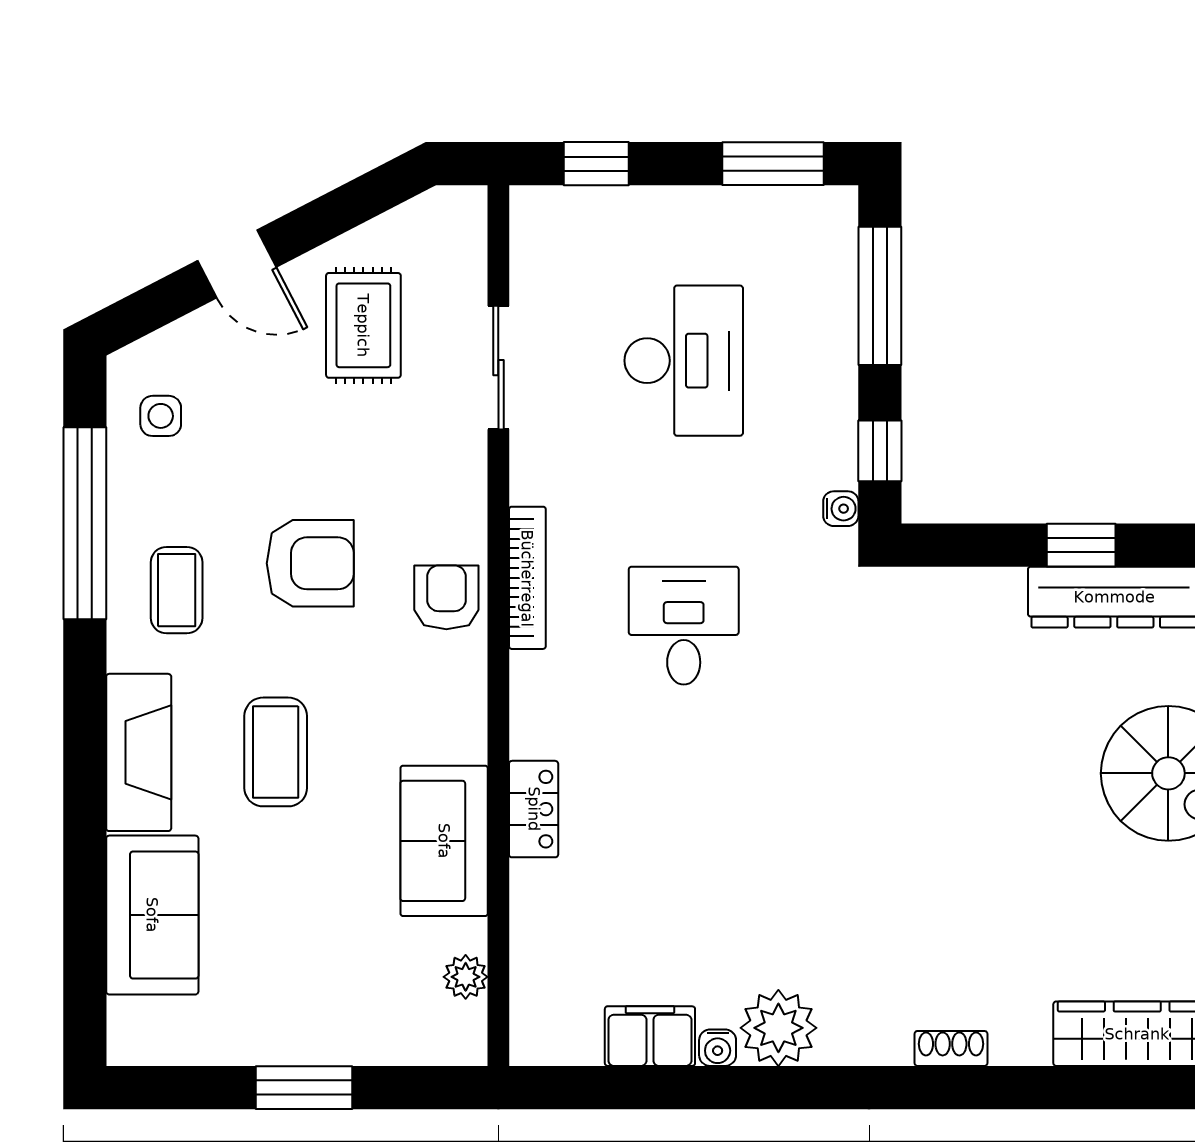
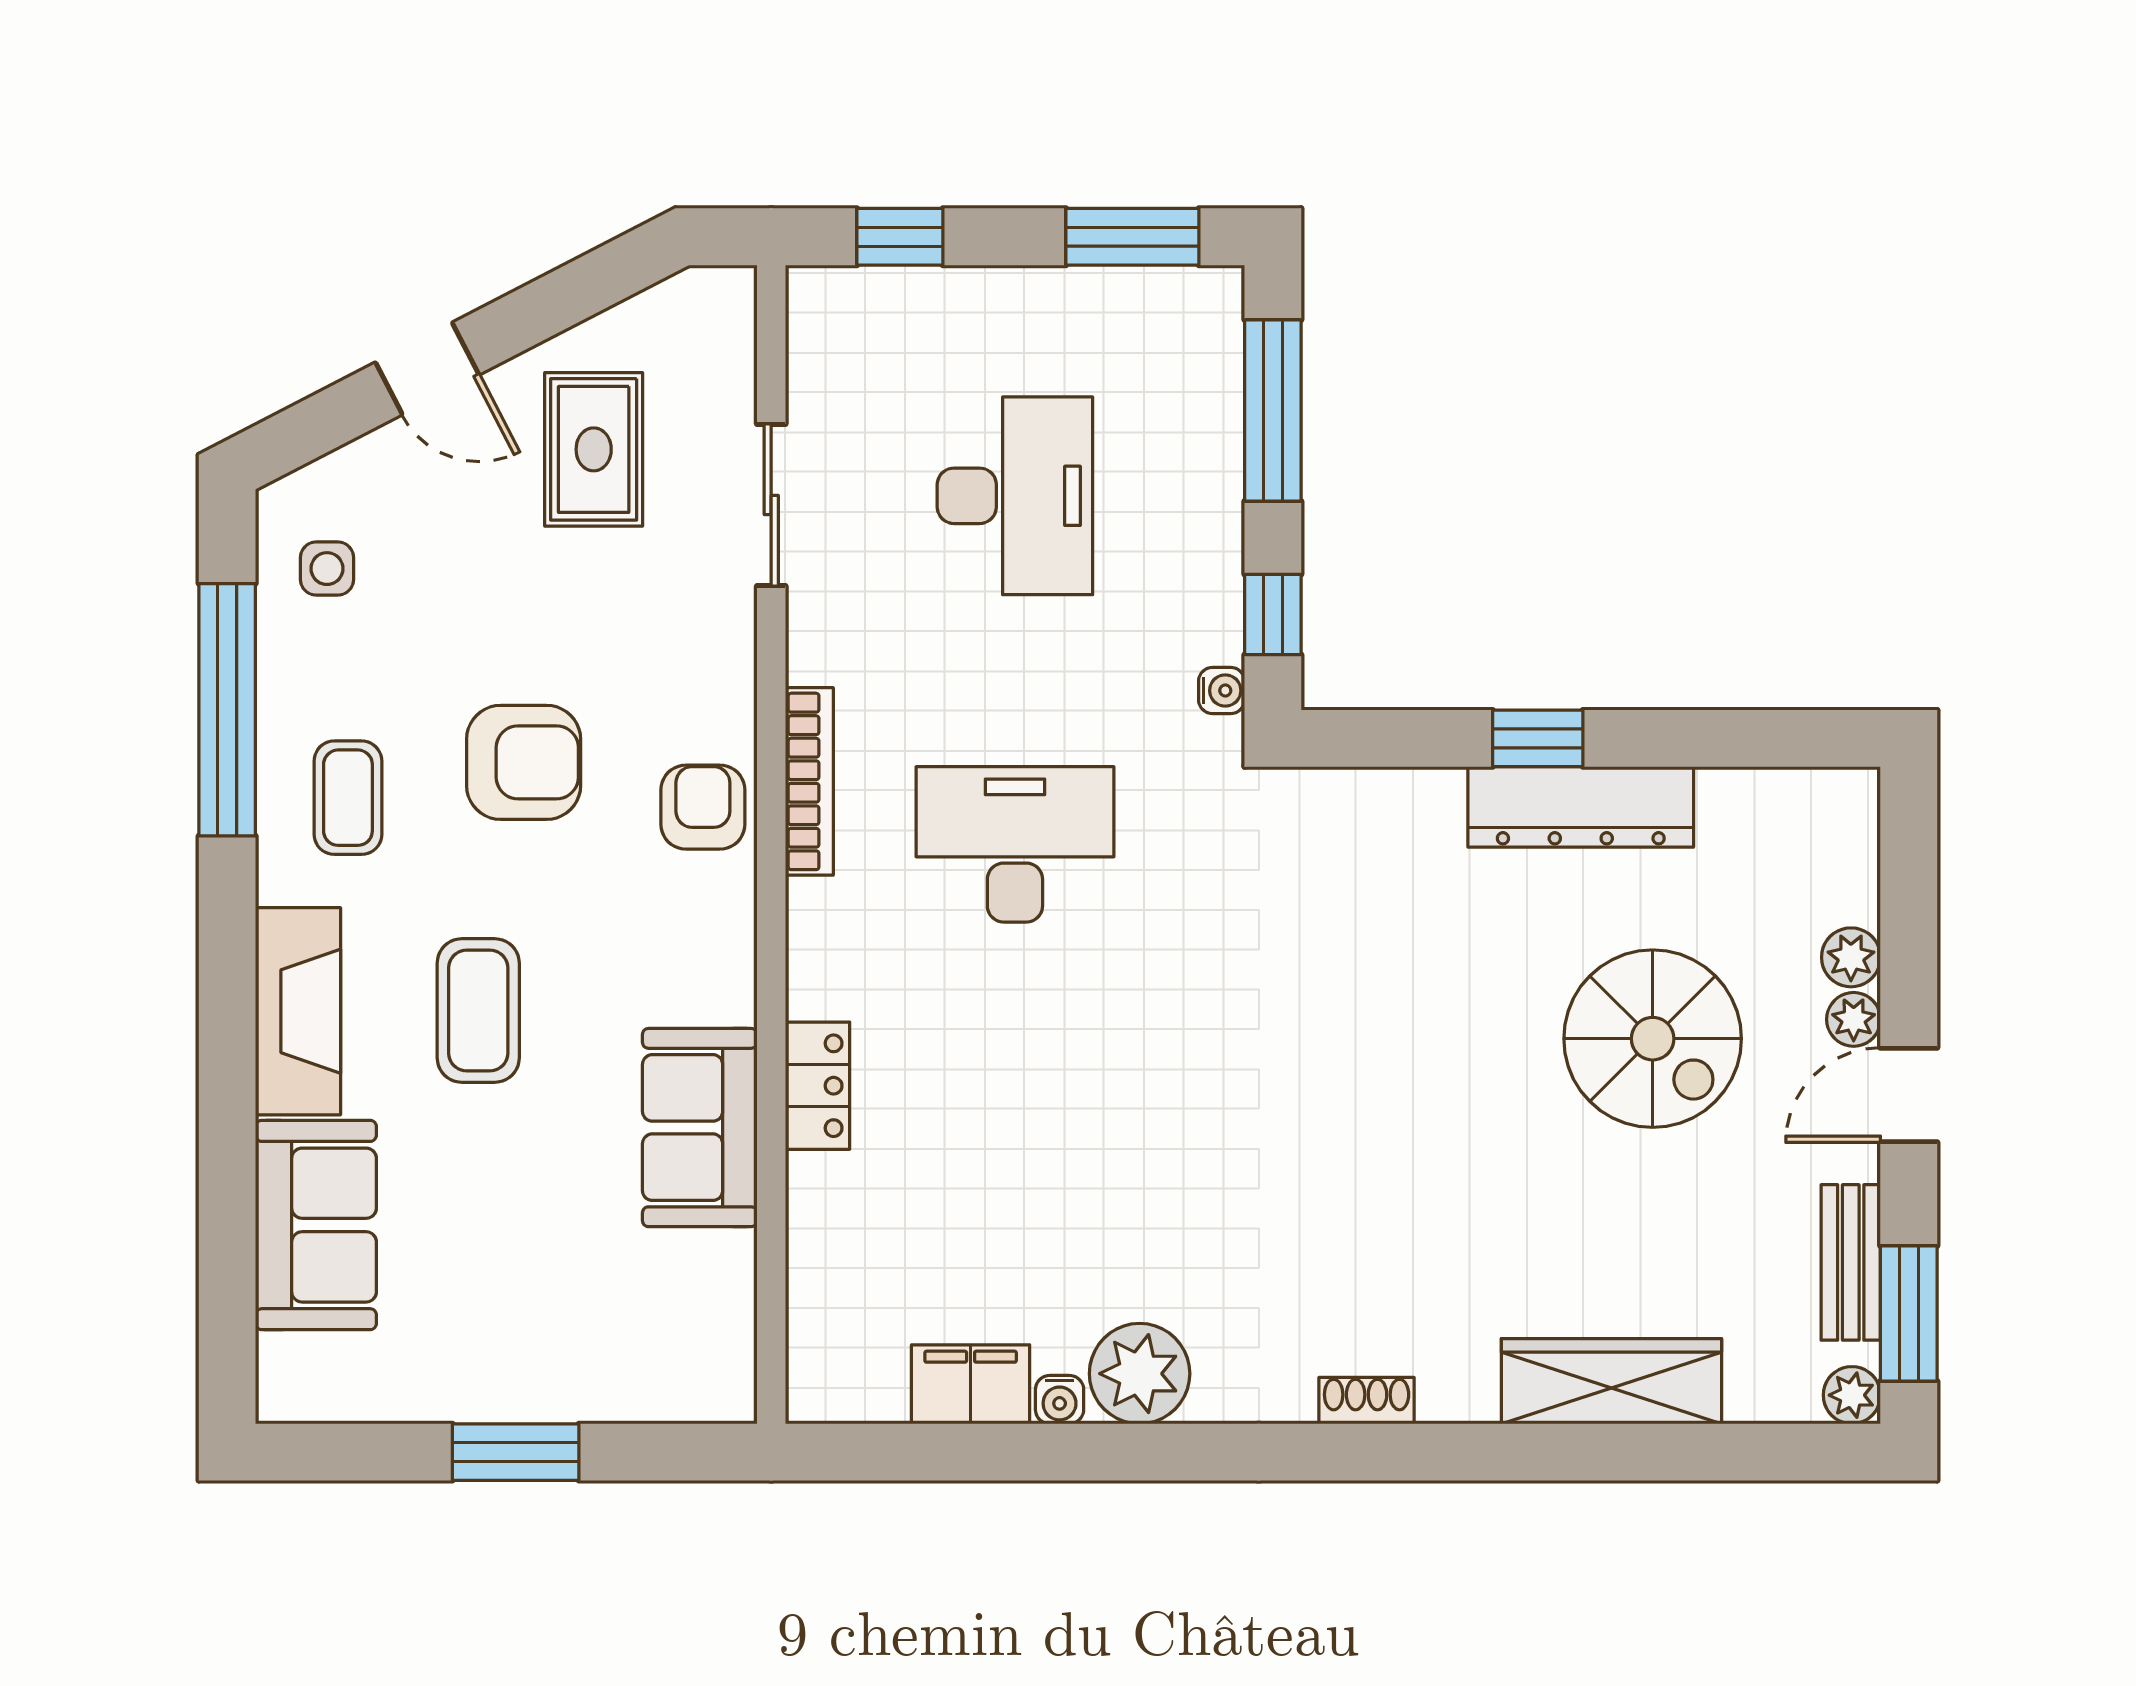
desk: (684, 626) -> (1015, 844), width x1.37
plant: (466, 977) -> (728, 1306), removed

